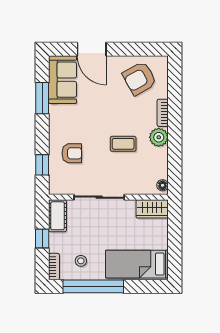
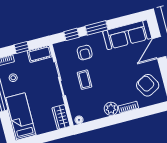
sofa: (63, 80) -> (127, 35), width x1.36
window: (42, 98) -> (97, 28), moved
coffee table: (123, 144) -> (85, 80), moved

